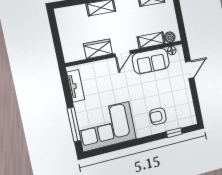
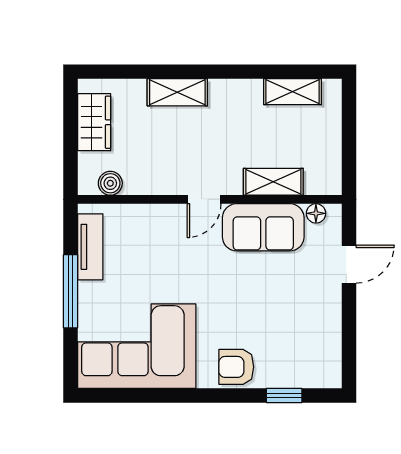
boiler: (170, 37) -> (110, 183), moved
wardrobe: (98, 49) -> (94, 122), moved, turned 90
armchair: (158, 116) -> (236, 367), moved
window: (74, 124) -> (71, 291), moved

